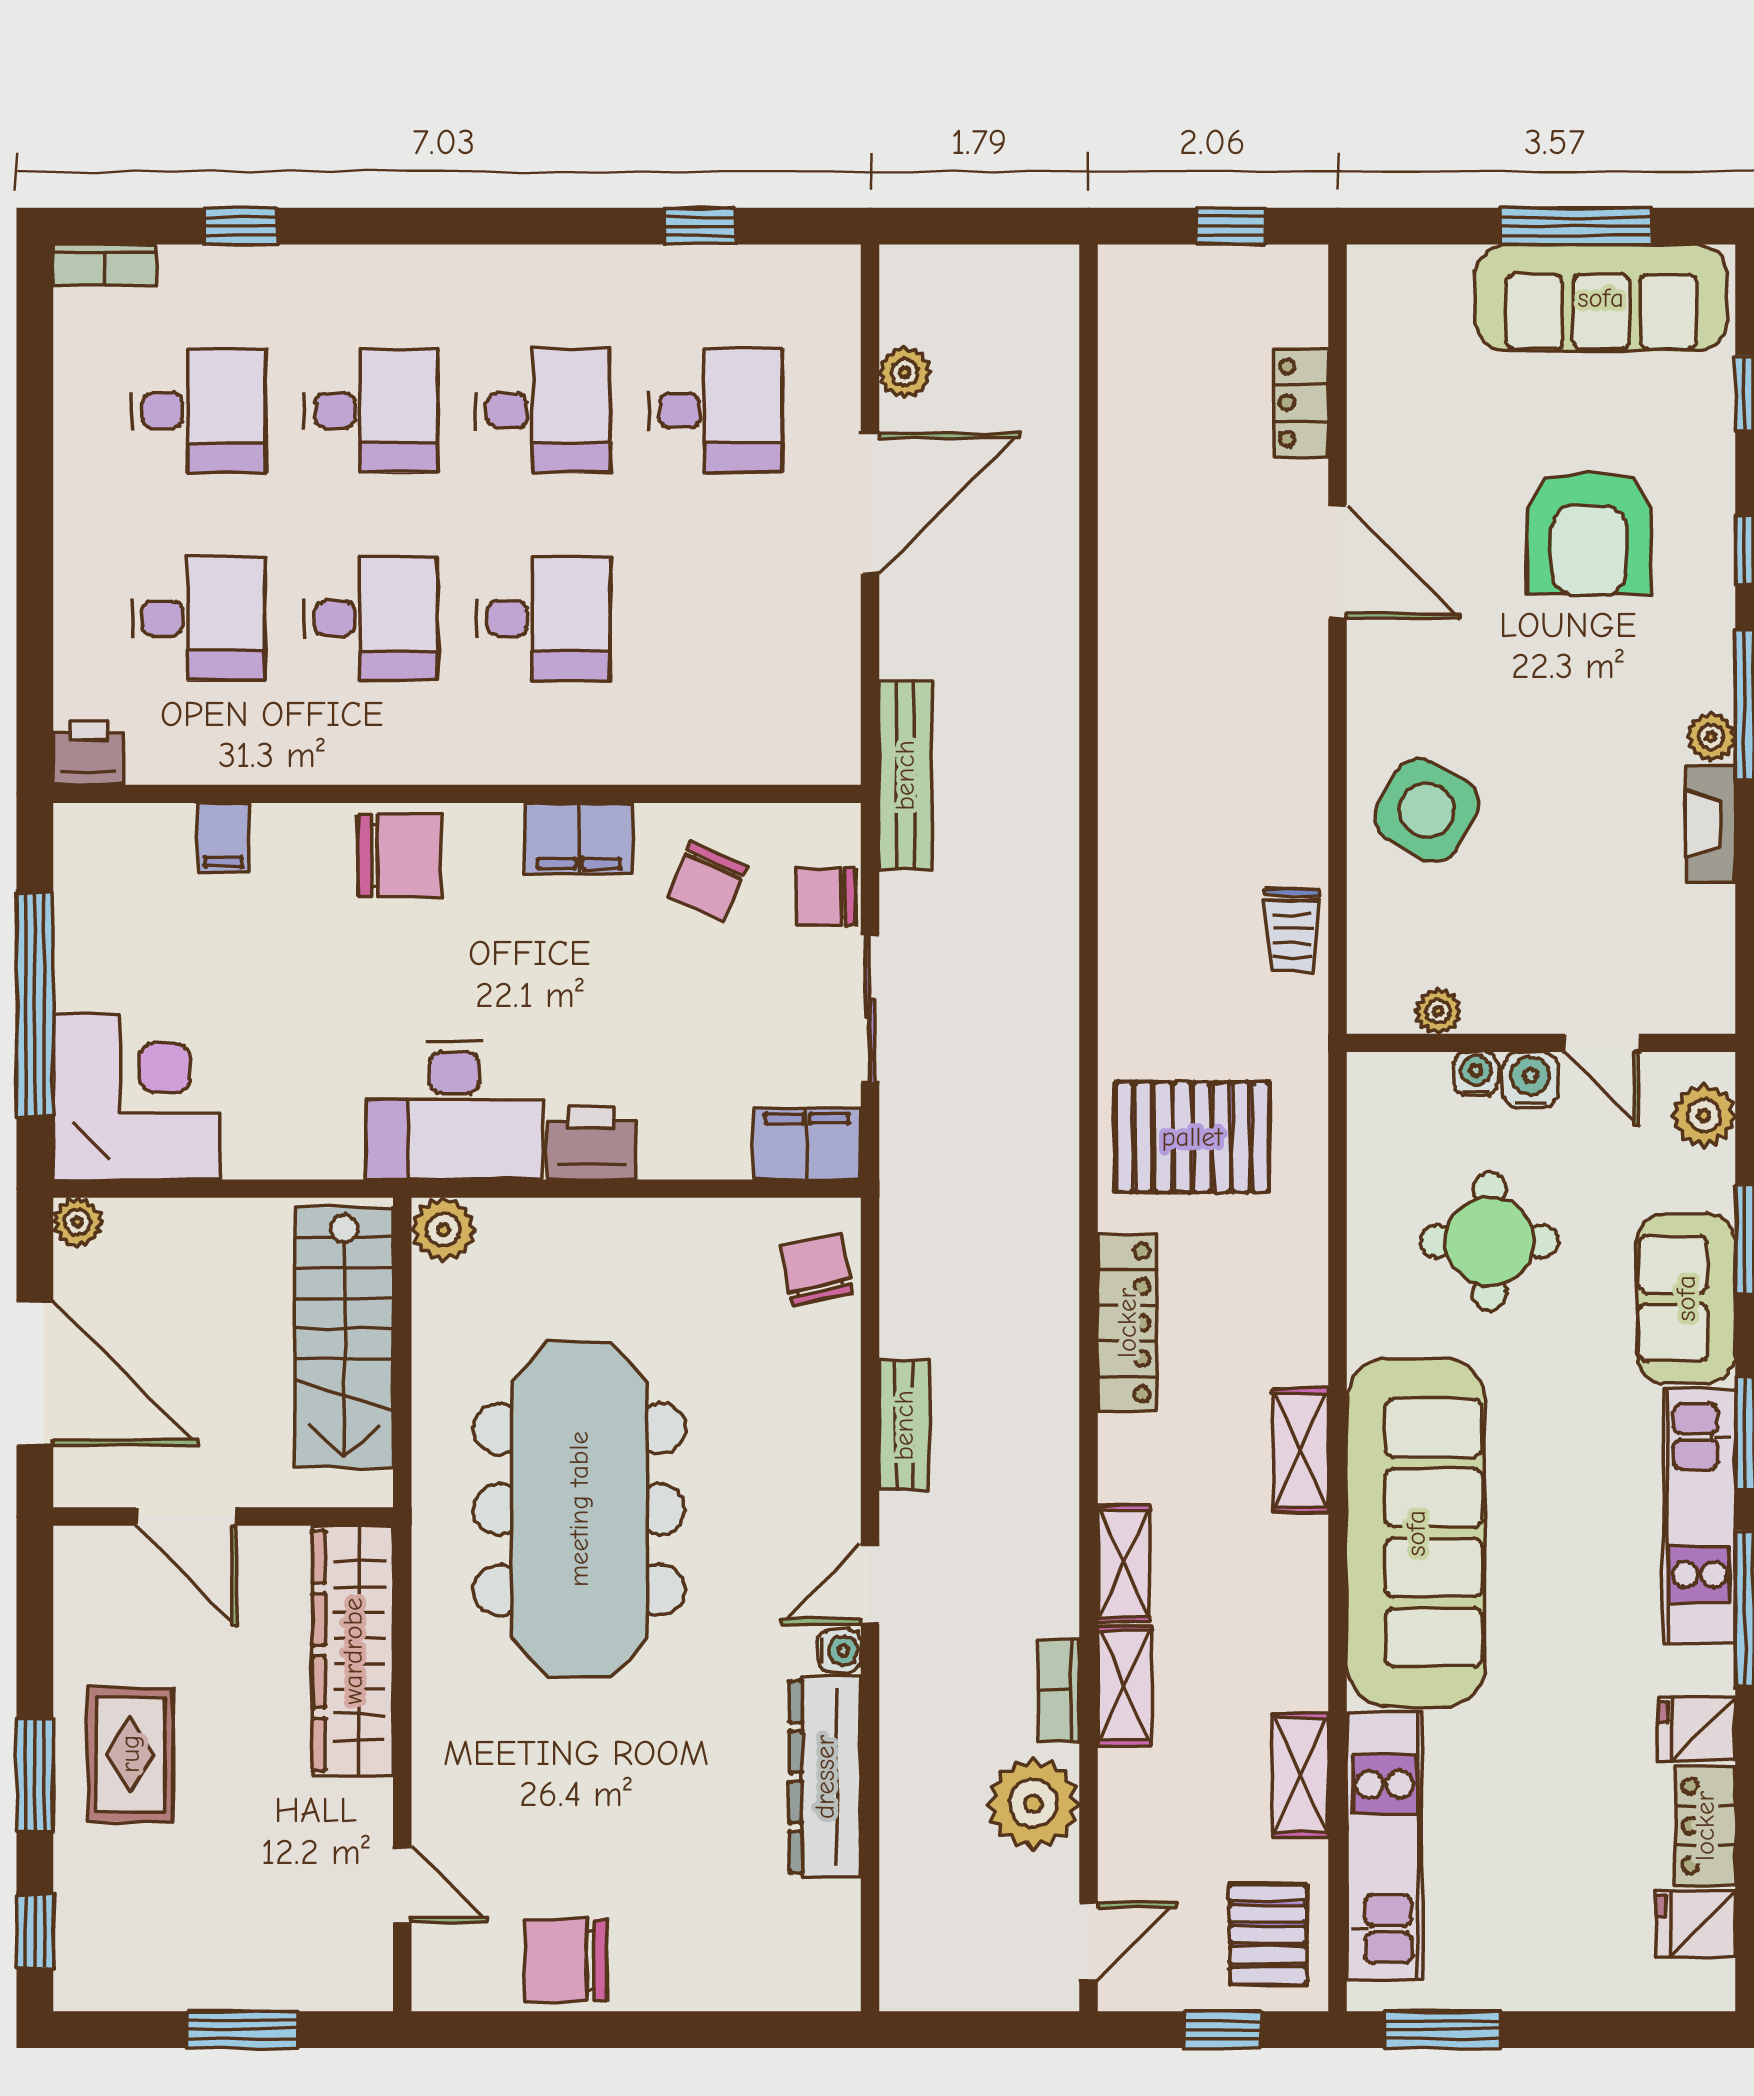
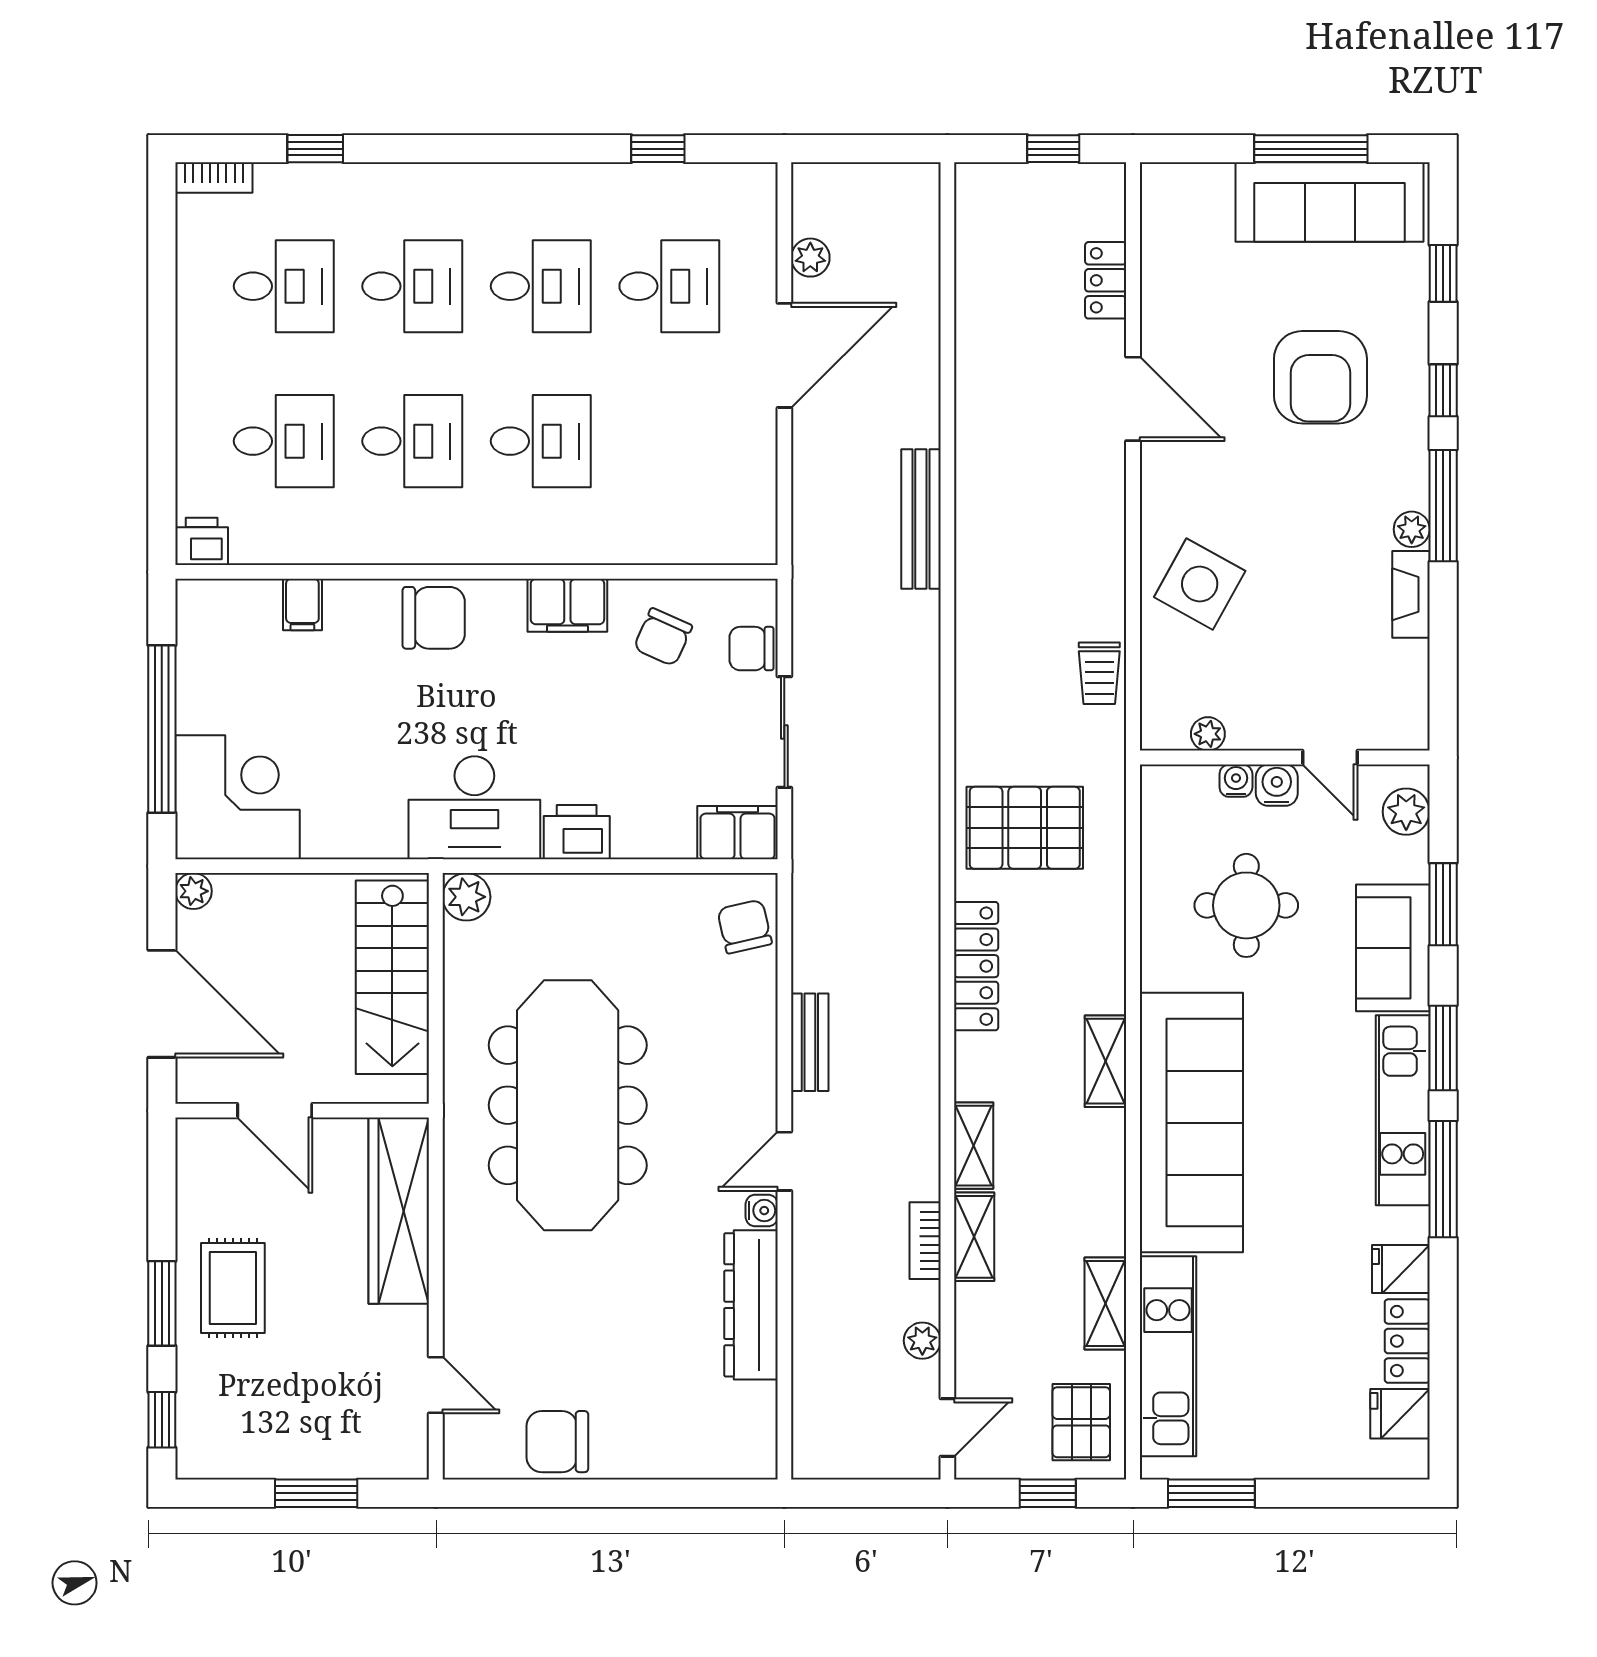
bench: (905, 775) -> (921, 519), moved
plant: (1033, 1804) -> (922, 1341), width x0.53, depth x0.53

